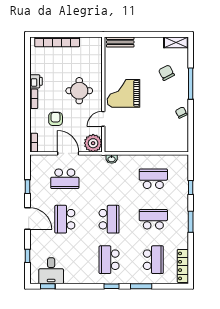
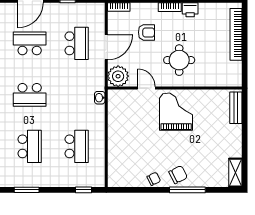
chair: (166, 73) -> (178, 175), moved
school desk: (65, 179) -> (77, 43), turned 180
window: (191, 188) -> (83, 190), moved

